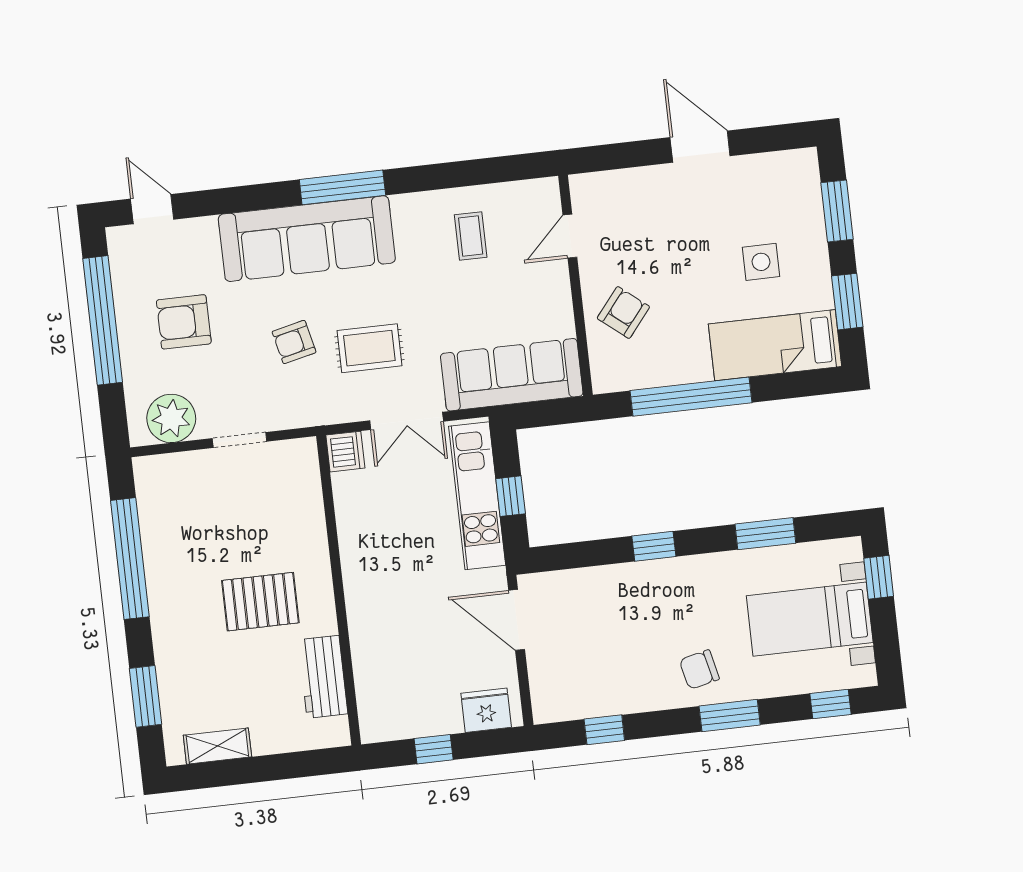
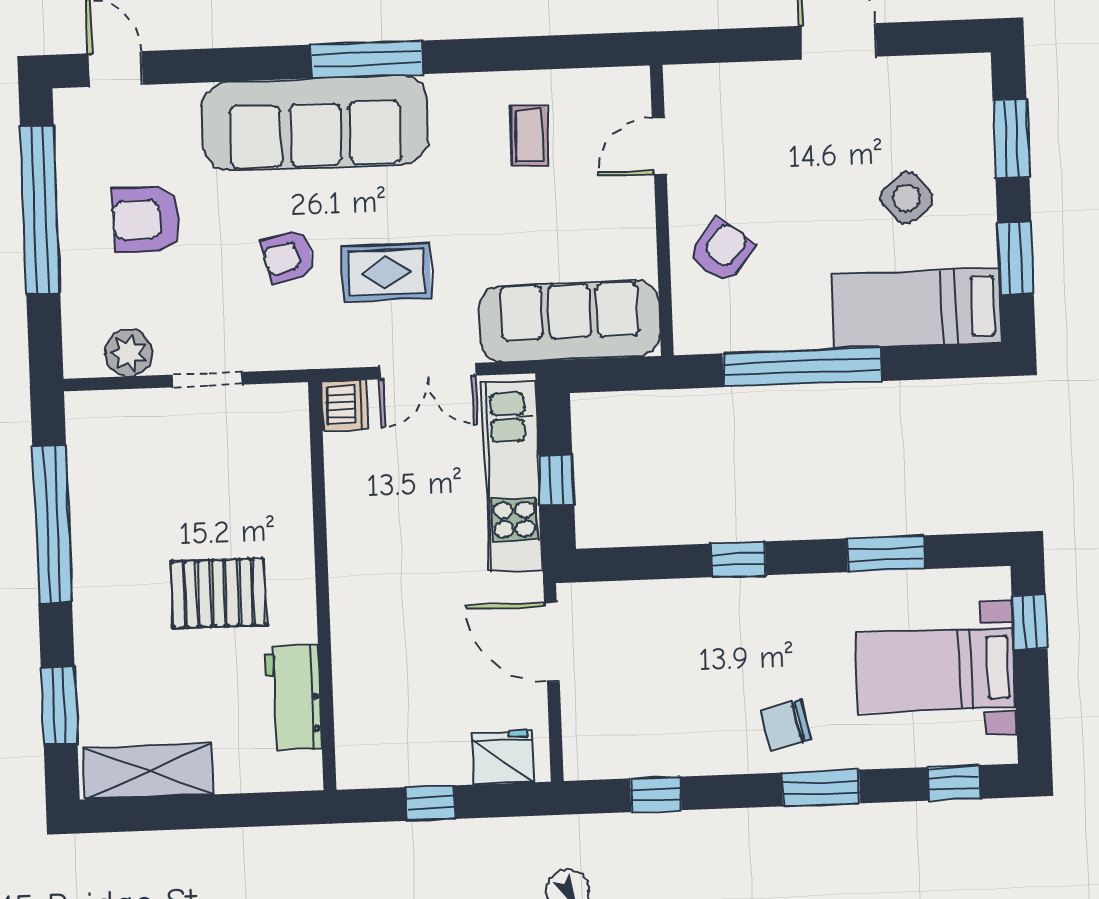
side table: (761, 262) -> (907, 198), turned -38
plant: (171, 418) -> (129, 353), width x0.73, depth x0.73
shelving: (217, 746) -> (148, 771), width x1.50, depth x1.33

